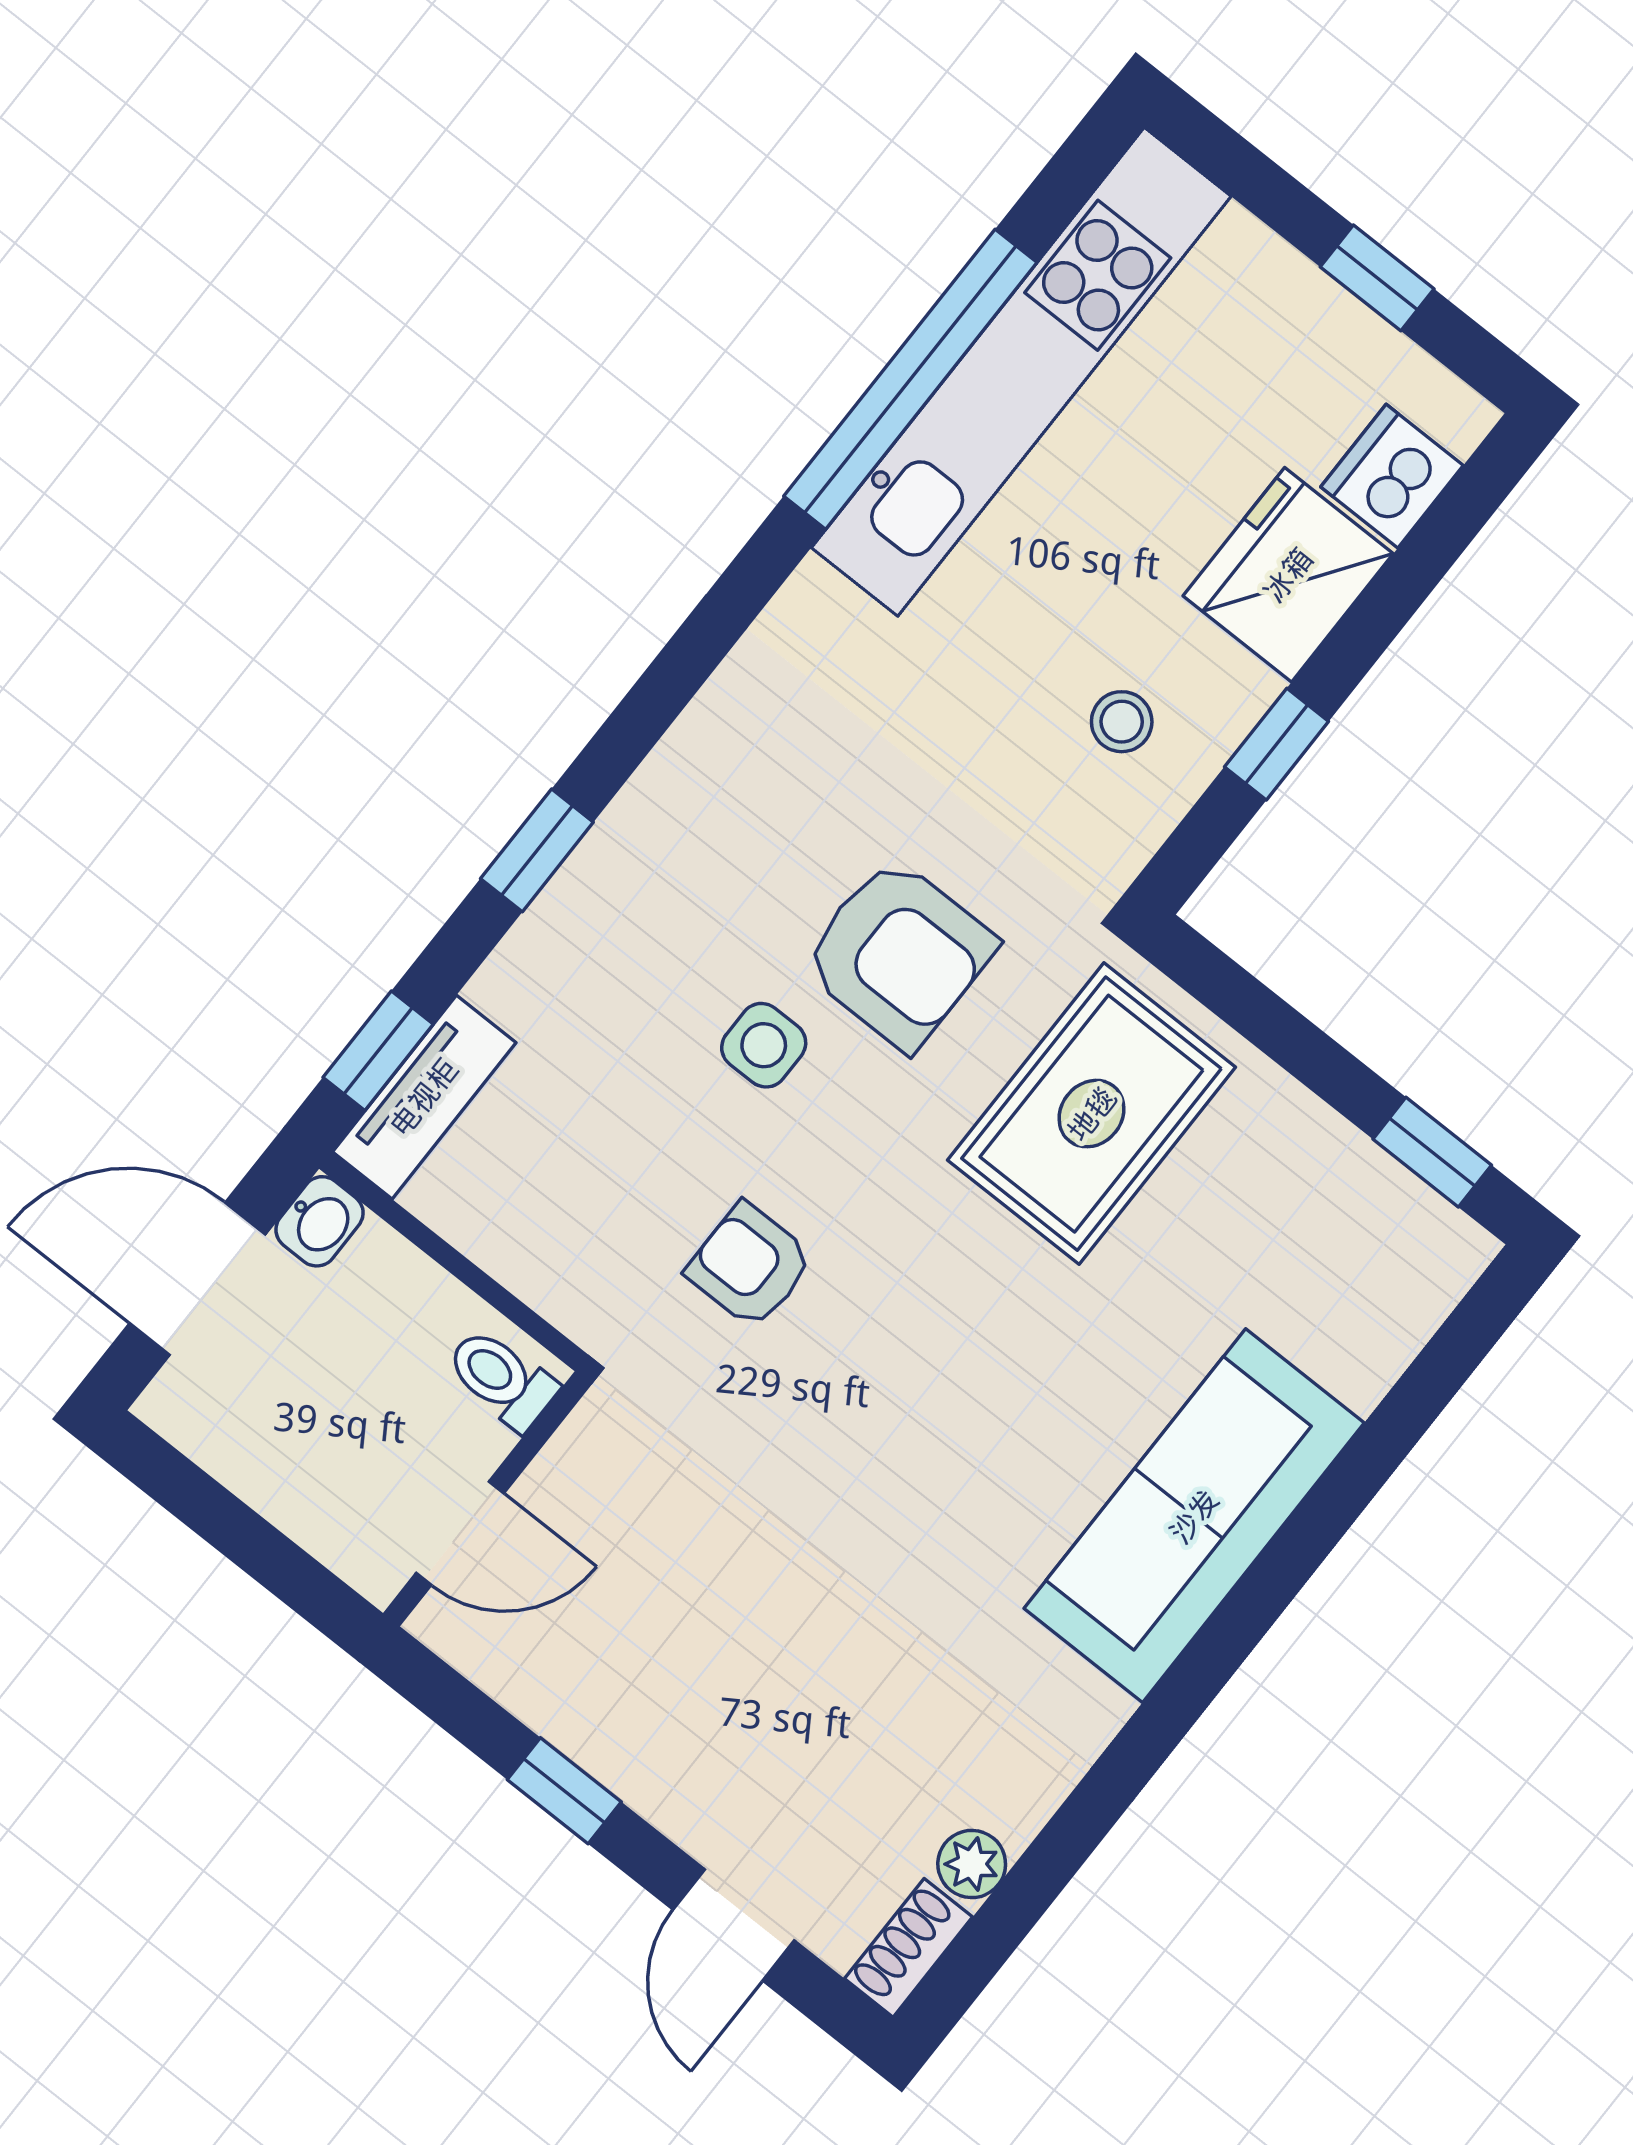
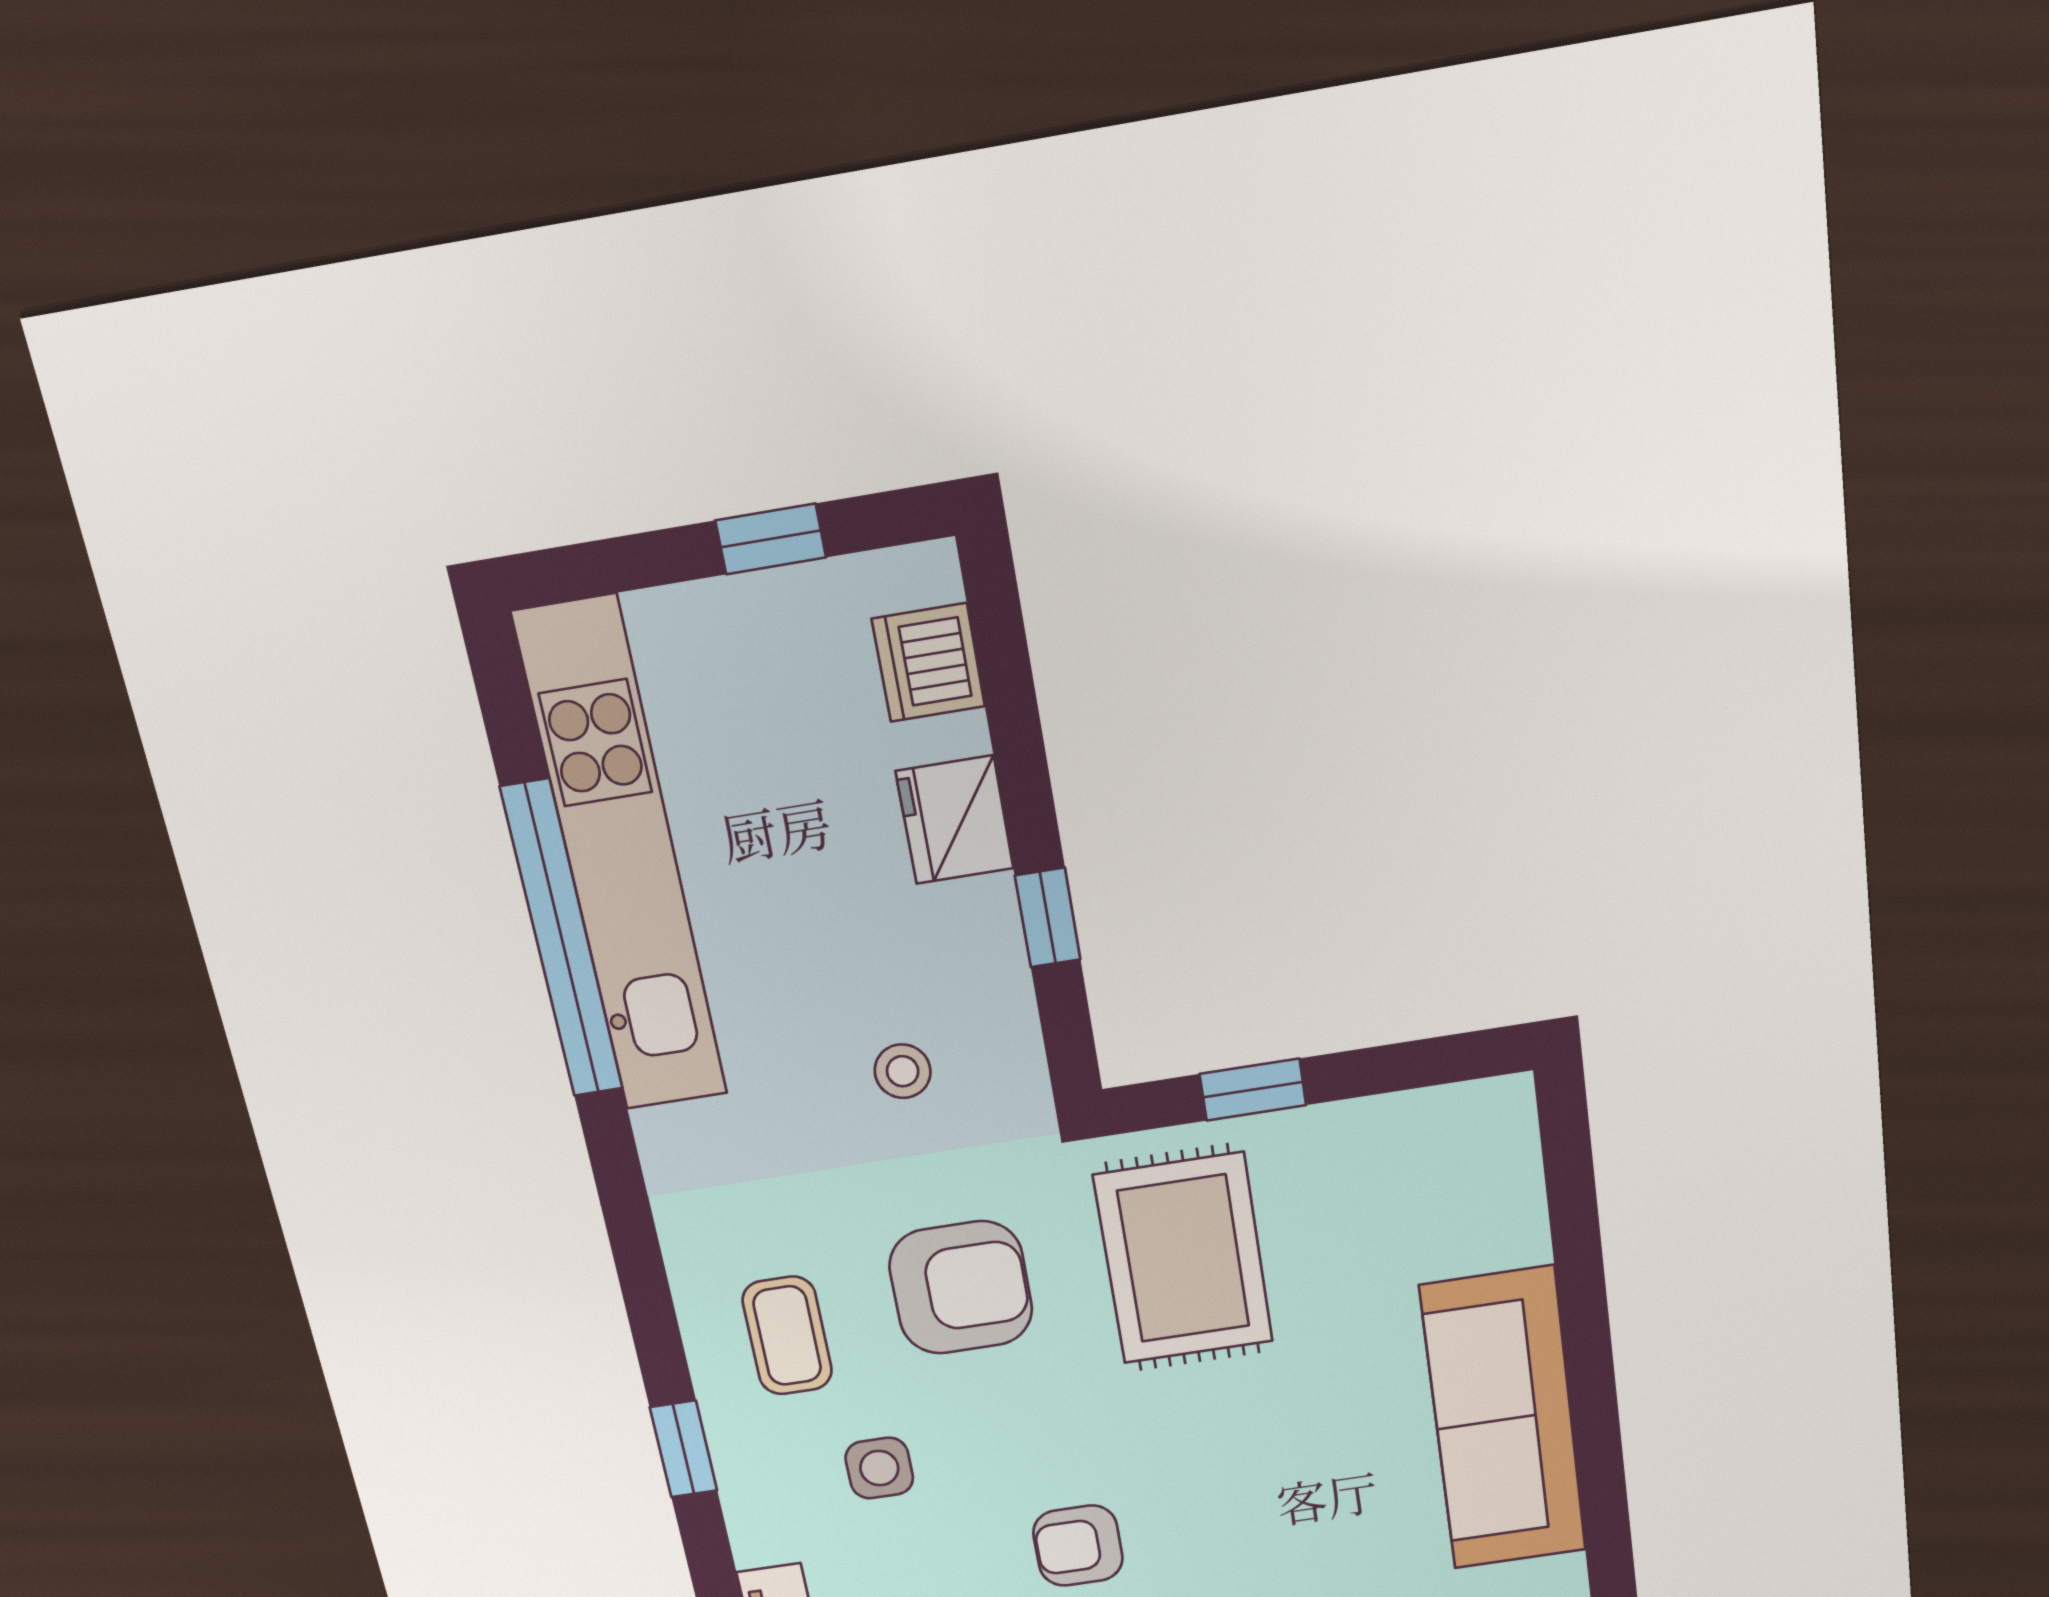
fridge: (1288, 575) -> (955, 820), width x0.73, depth x0.75
stool: (1122, 722) -> (903, 1071), moved
coffee table: (724, 848) -> (787, 1336), added
side table: (764, 1045) -> (879, 1468), moved
window: (1432, 1152) -> (1253, 1090), moved

